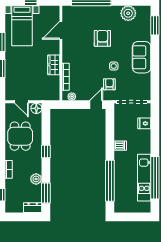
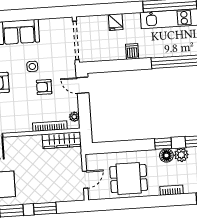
wardrobe: (54, 65) -> (62, 140), moved, width x1.50
armchair: (109, 84) -> (44, 87), moved
floor lamp: (36, 108) -> (166, 155), moved
fridge: (144, 123) -> (116, 22), moved
window: (46, 152) -> (163, 144), moved

